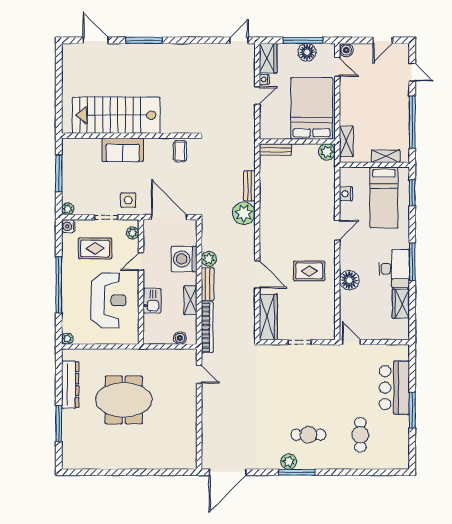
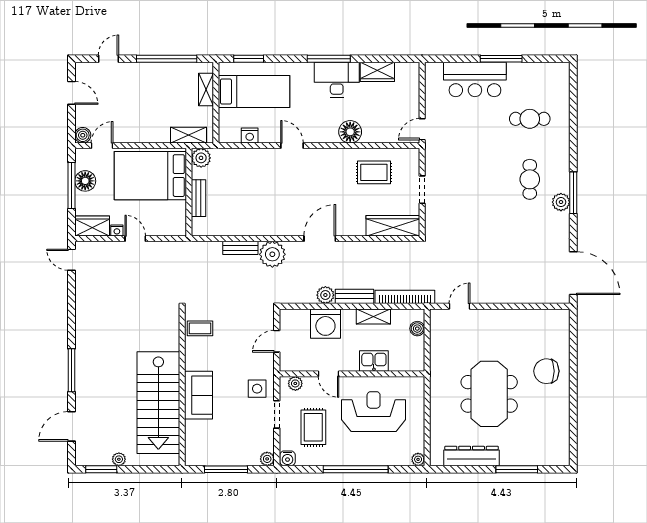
window: (59, 66) -> (101, 469), added
plant: (67, 81) -> (119, 459), added
bench: (275, 150) -> (198, 198), moved
door: (169, 217) -> (277, 341), width x0.53
rug: (309, 271) -> (374, 172), moved, turned 90
door: (257, 274) -> (320, 239), moved
chair: (143, 449) -> (546, 371), added

